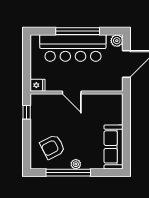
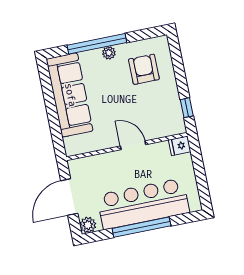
armchair: (52, 147) -> (144, 69), turned -63
sofa: (113, 147) -> (70, 95), width x1.36, depth x1.27
window: (68, 173) -> (97, 44), moved

